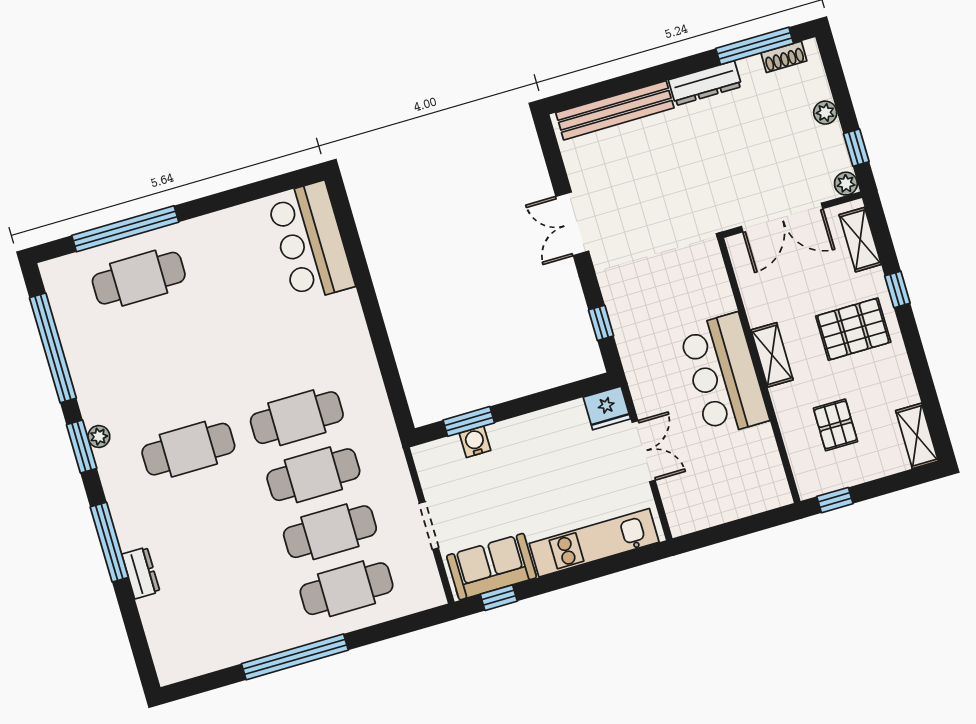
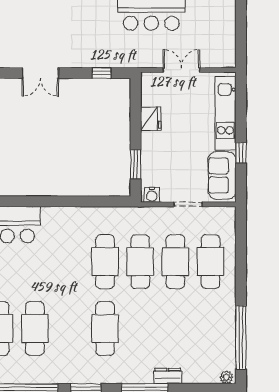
cafe table: (155, 335) -> (35, 329), added
fridge: (607, 408) -> (151, 119), moved
plant: (99, 437) -> (226, 377), moved
water cooler: (475, 442) -> (152, 195), moved, turned -90
window: (499, 598) -> (241, 153), moved
window: (295, 657) -> (241, 337), moved

